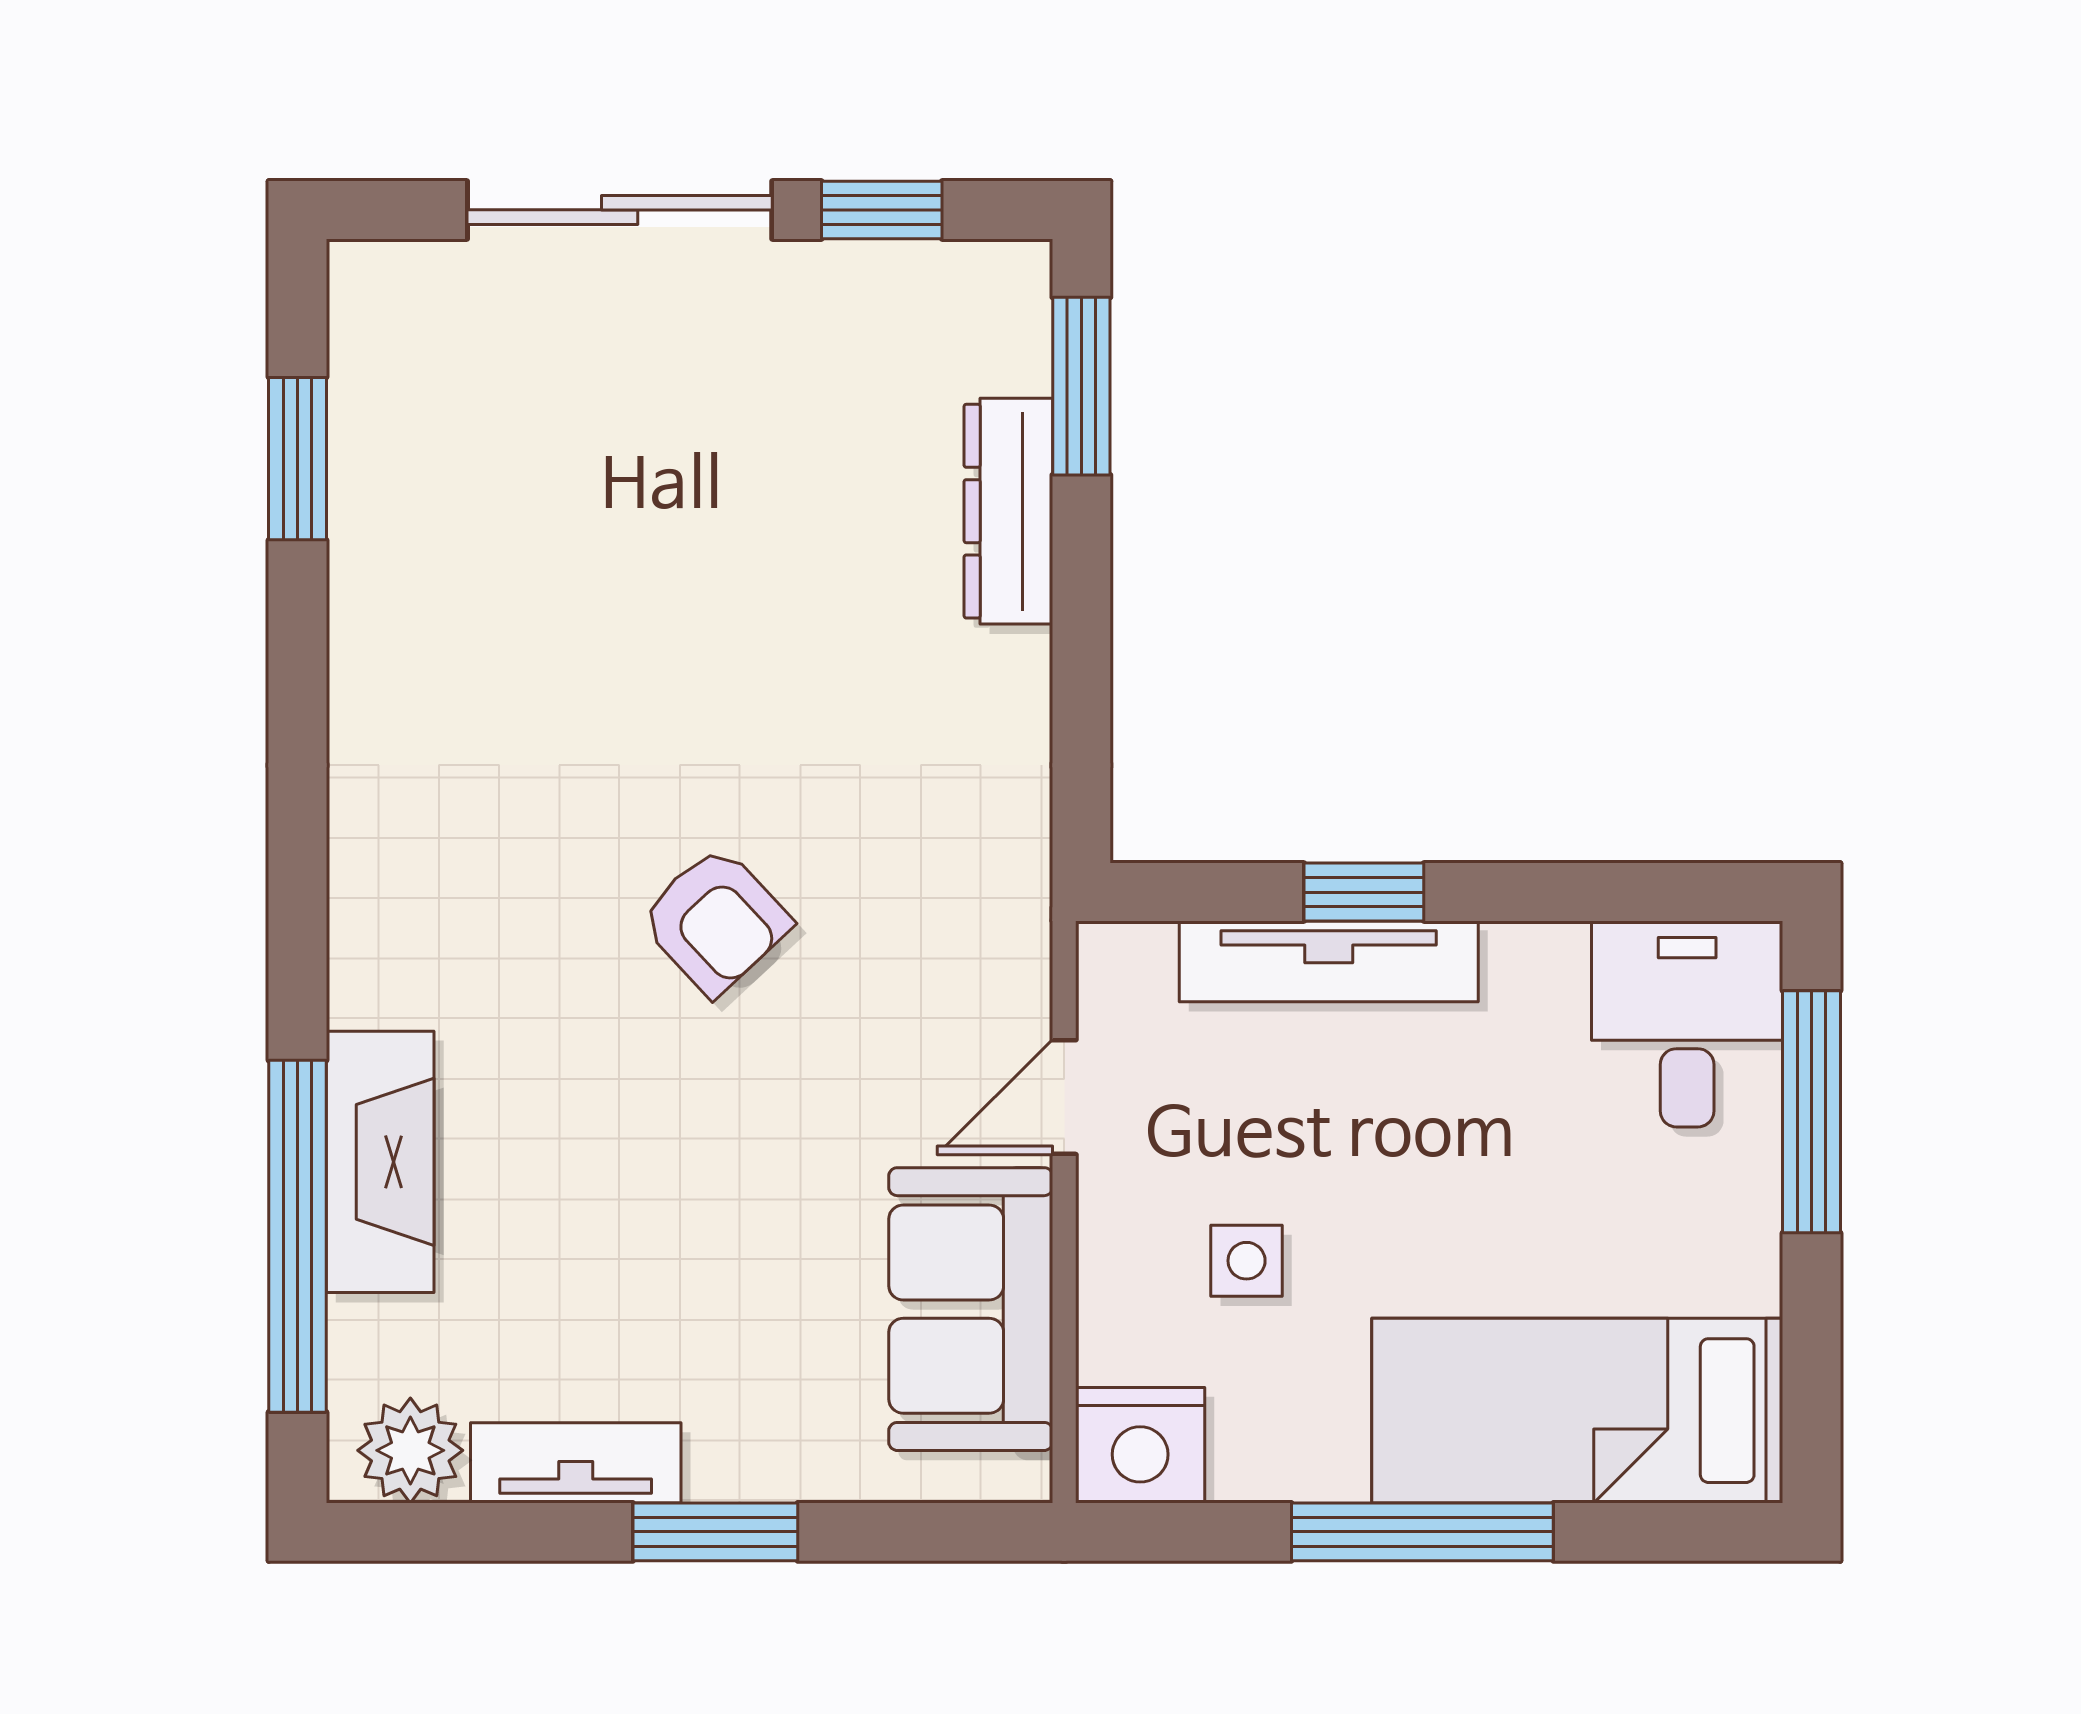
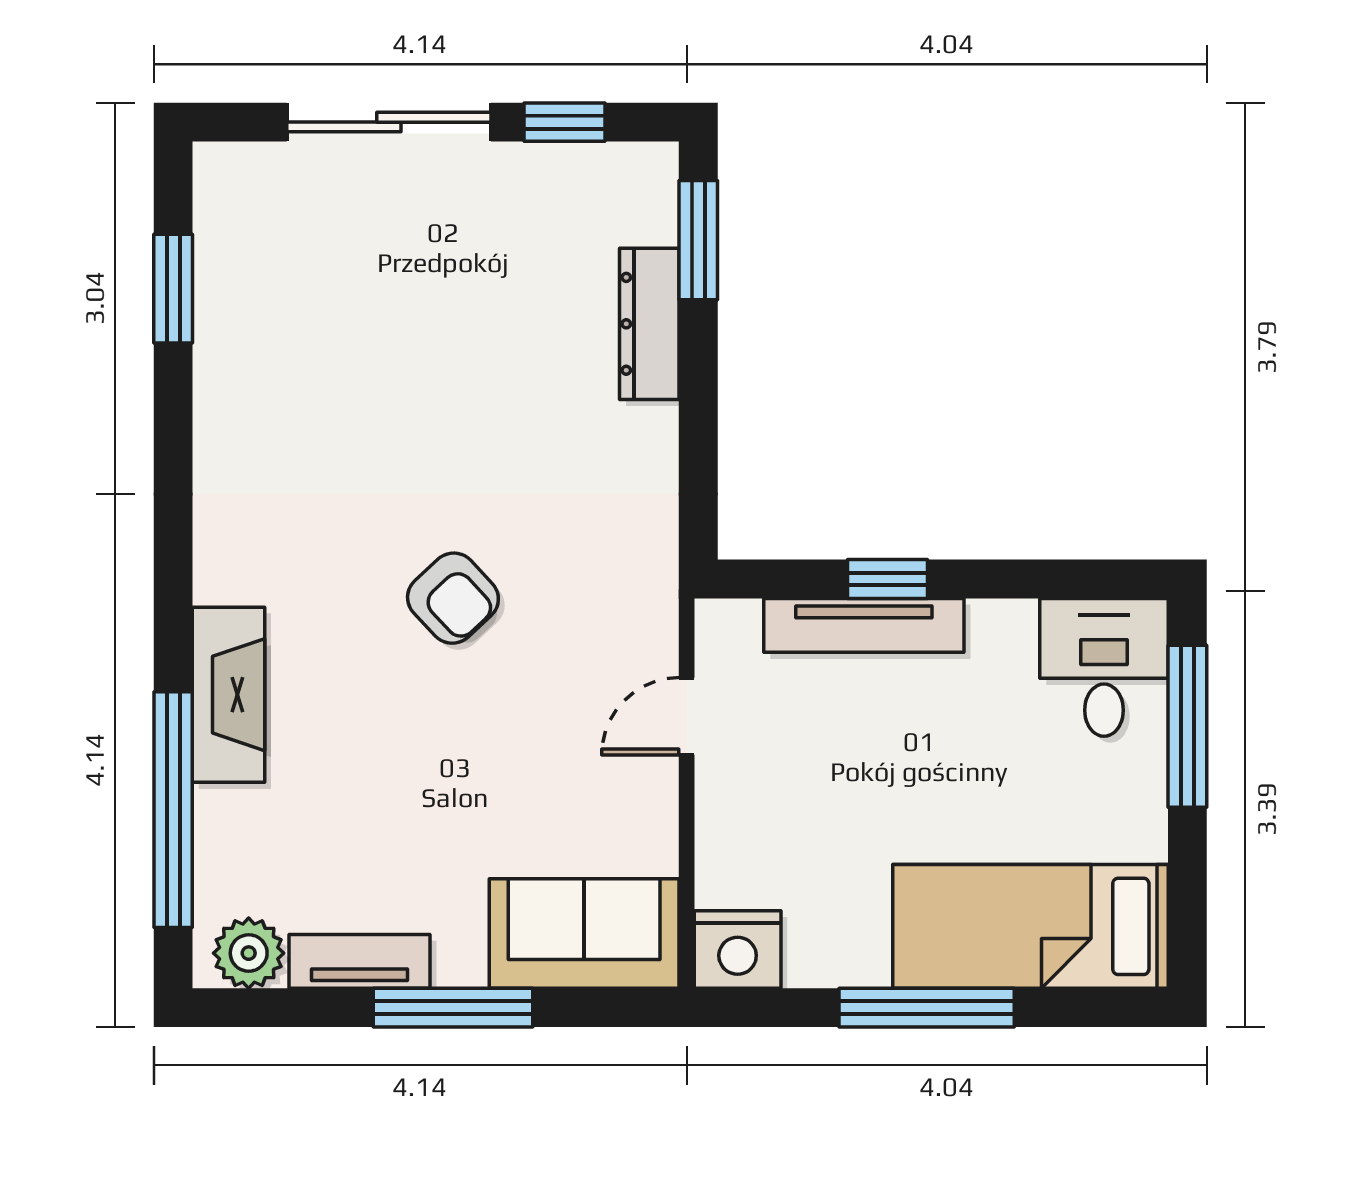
fireplace: (380, 1162) -> (228, 695), moved
side table: (1247, 1261) -> (809, 826), removed
sofa: (971, 1309) -> (584, 933), moved, turned 90
window: (715, 1532) -> (453, 1008), width x1.44

